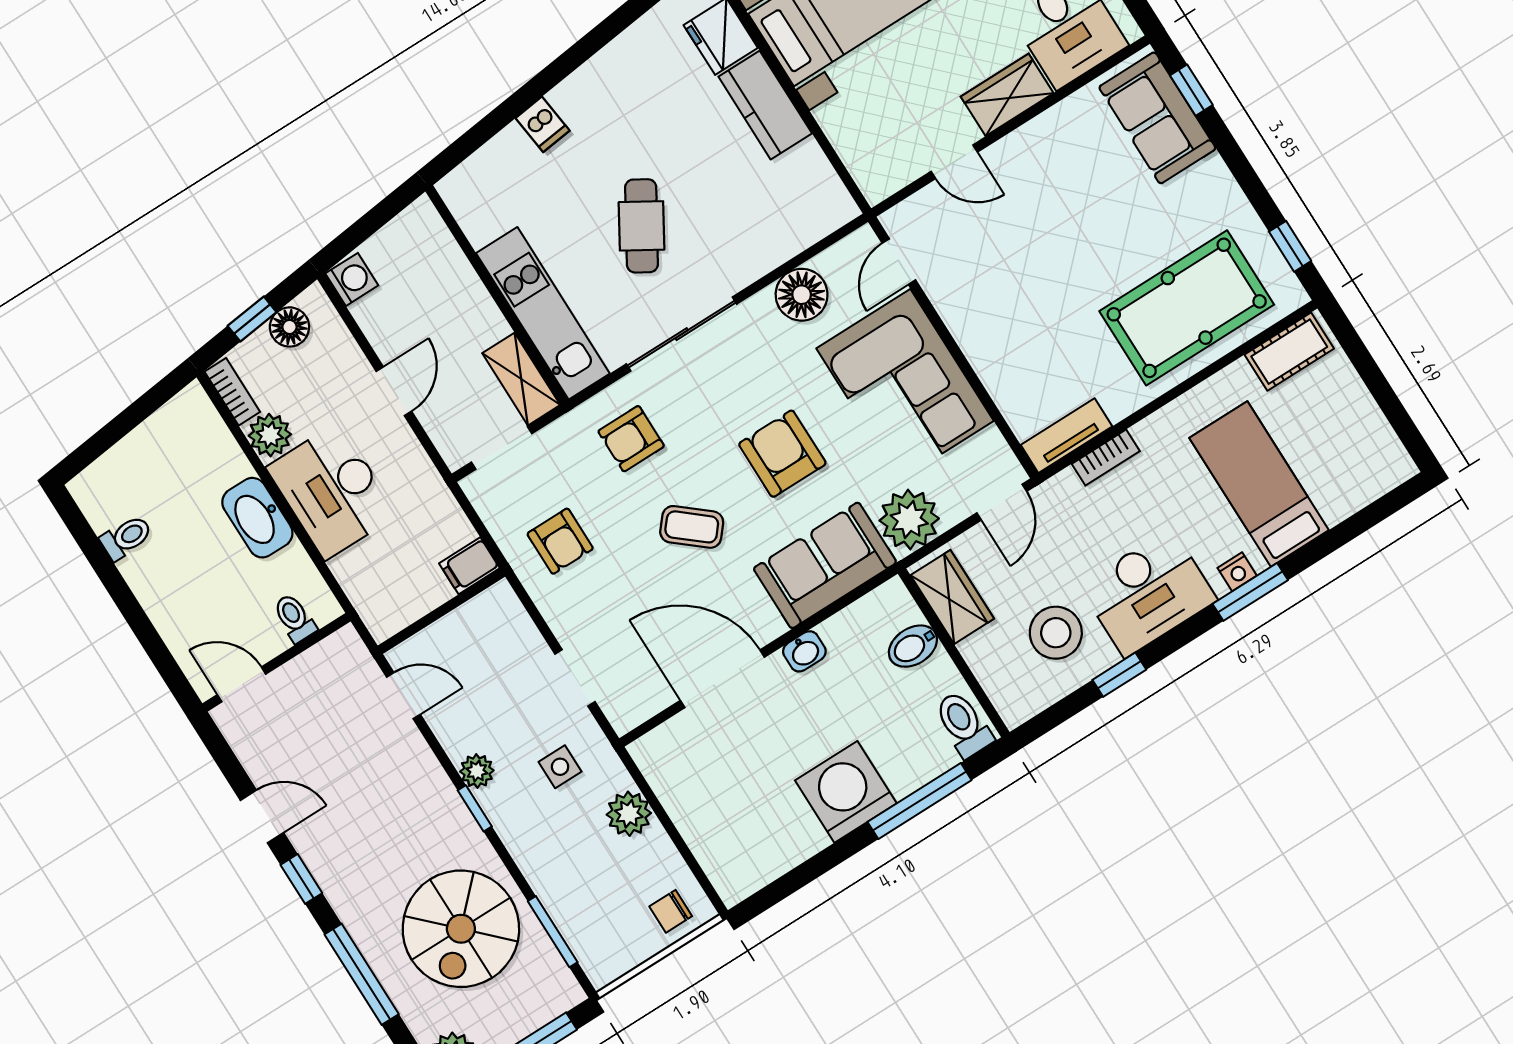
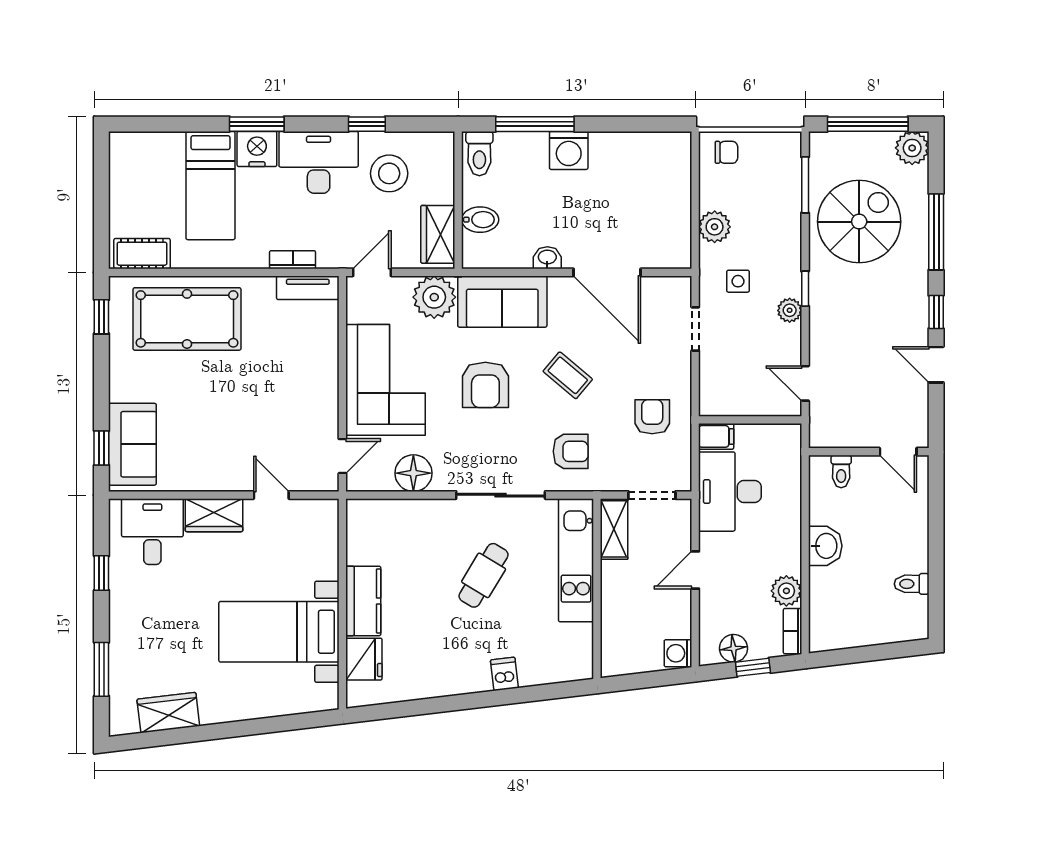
desk: (332, 491) -> (730, 492), moved, turned 180
washbasin: (257, 518) -> (825, 546), width x0.72
nightstand: (1237, 572) -> (257, 149), width x1.89, depth x1.79
washing machine: (846, 792) -> (569, 150), width x0.73, depth x0.73

